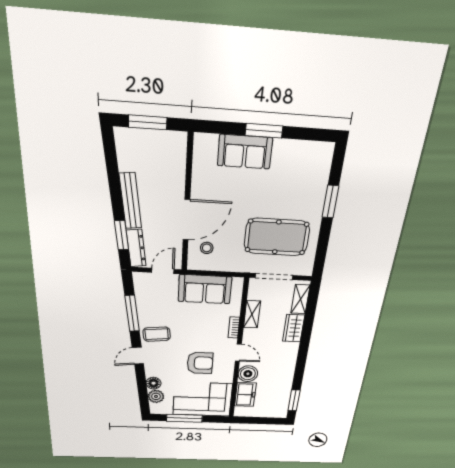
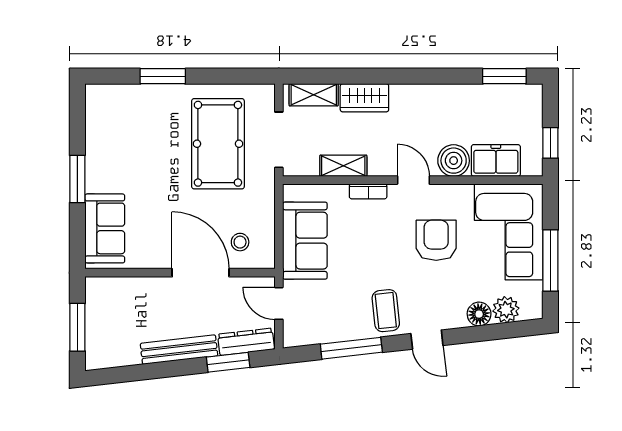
sofa: (245, 152) -> (105, 228), moved
door: (238, 353) -> (413, 180), hinge flipped
window: (252, 420) -> (550, 143), added

